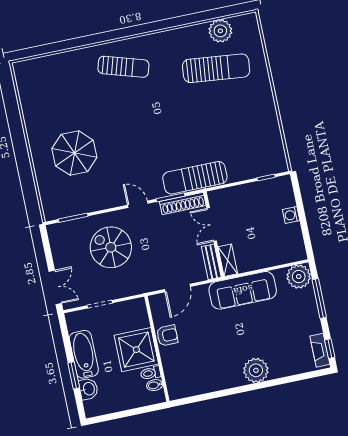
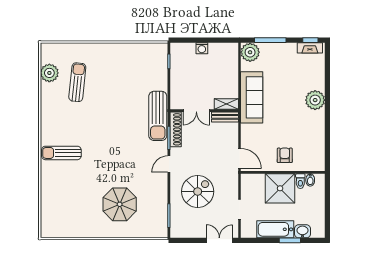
sun lounger: (123, 67) -> (61, 153), turned -107
sun lounger: (216, 68) -> (77, 82), width x0.73, depth x0.75
spiral stairs: (111, 247) -> (198, 192), turned 180
door: (177, 288) -> (239, 158), moved
armchair: (167, 335) -> (285, 155), moved

